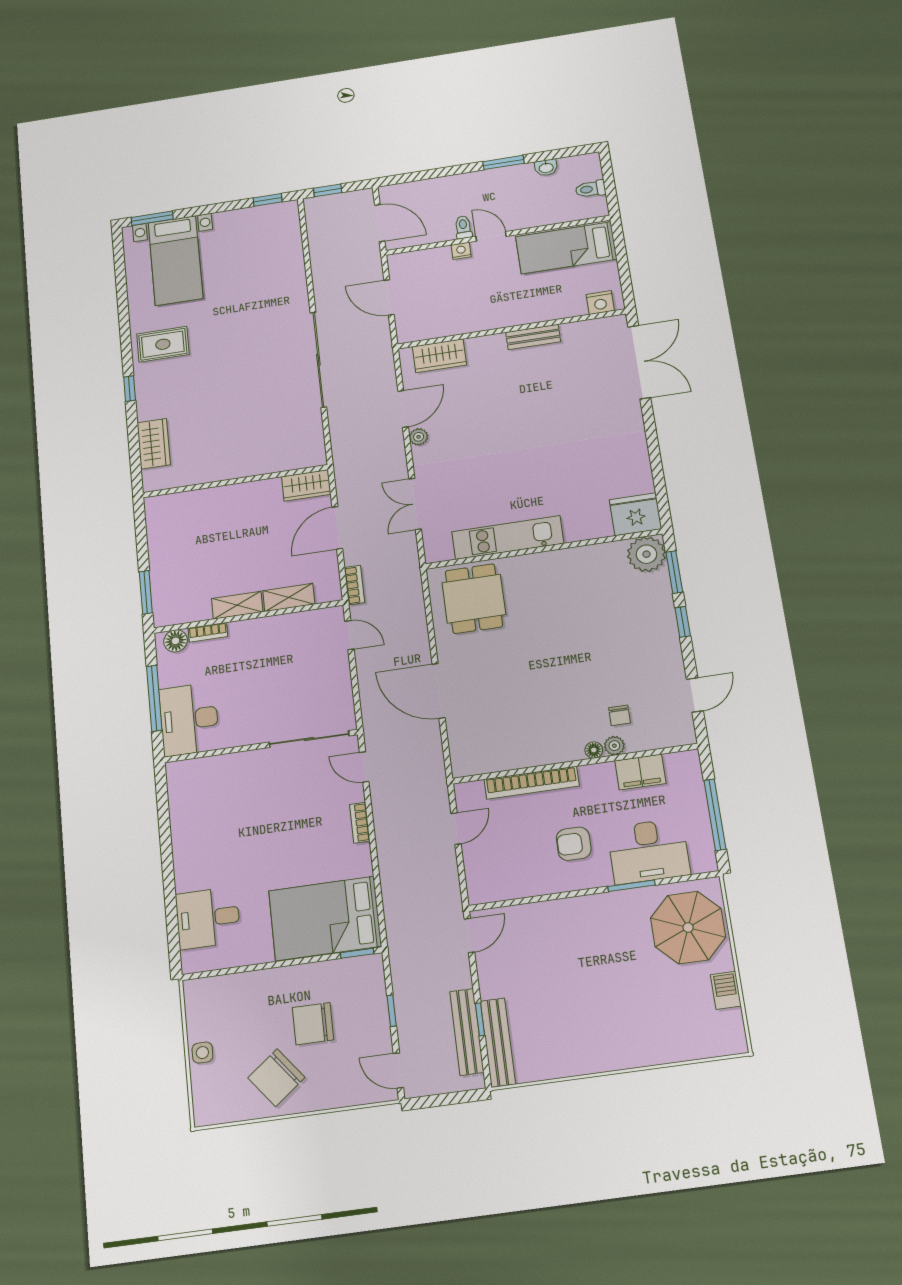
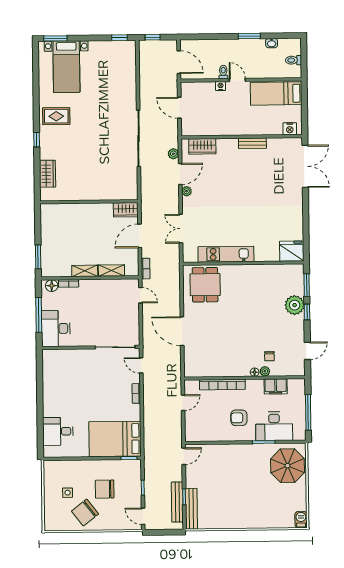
plant: (386, 376) -> (173, 154), added
plant: (646, 554) -> (295, 305), moved
barbecue: (726, 990) -> (301, 520), moved
side table: (202, 1053) -> (68, 493), moved

